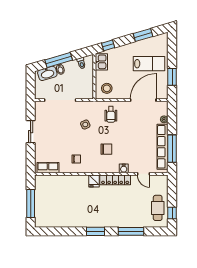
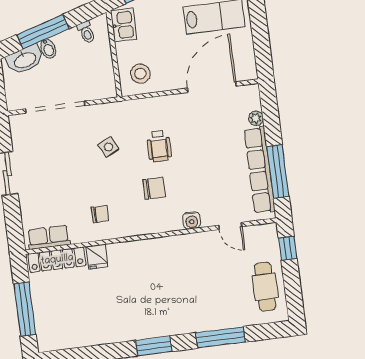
window: (172, 77) -> (261, 36), removed
wheelchair: (111, 114) -> (159, 146), moved
locker: (115, 180) -> (57, 260), moved
fridge: (94, 181) -> (97, 257), moved
window: (172, 213) -> (288, 248), moved

